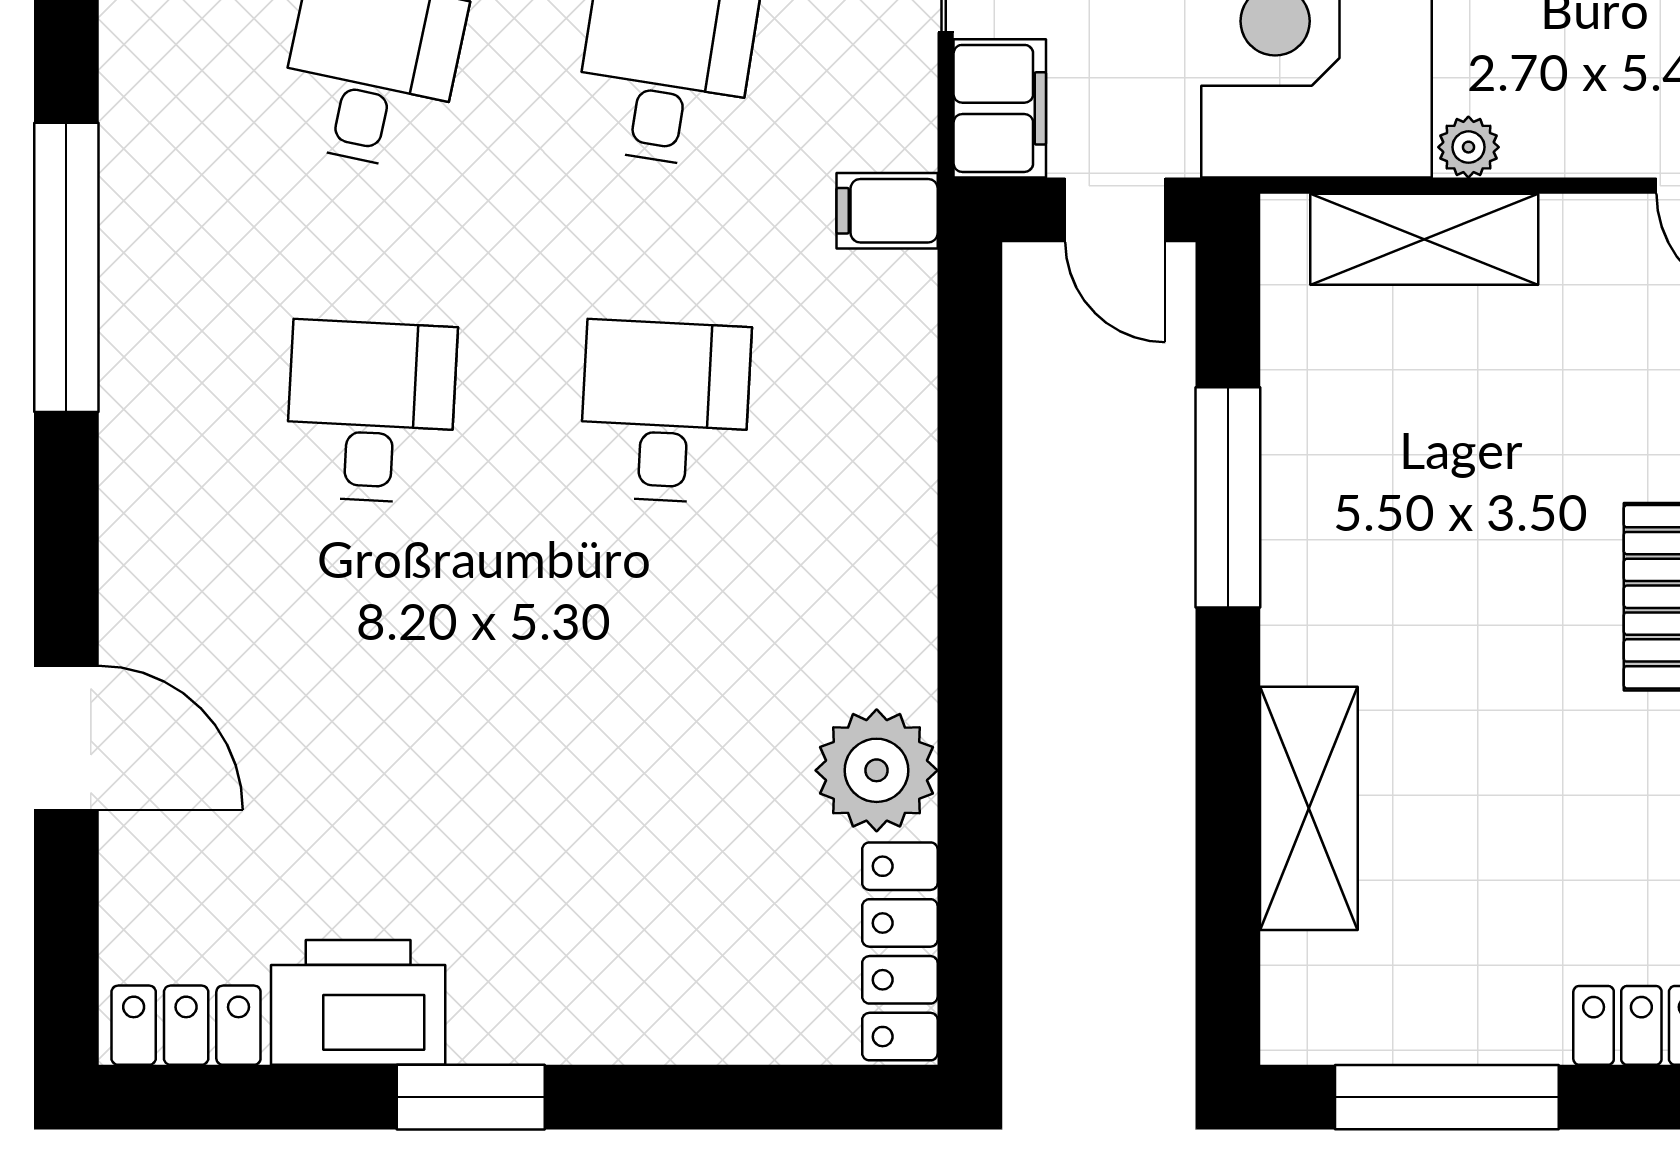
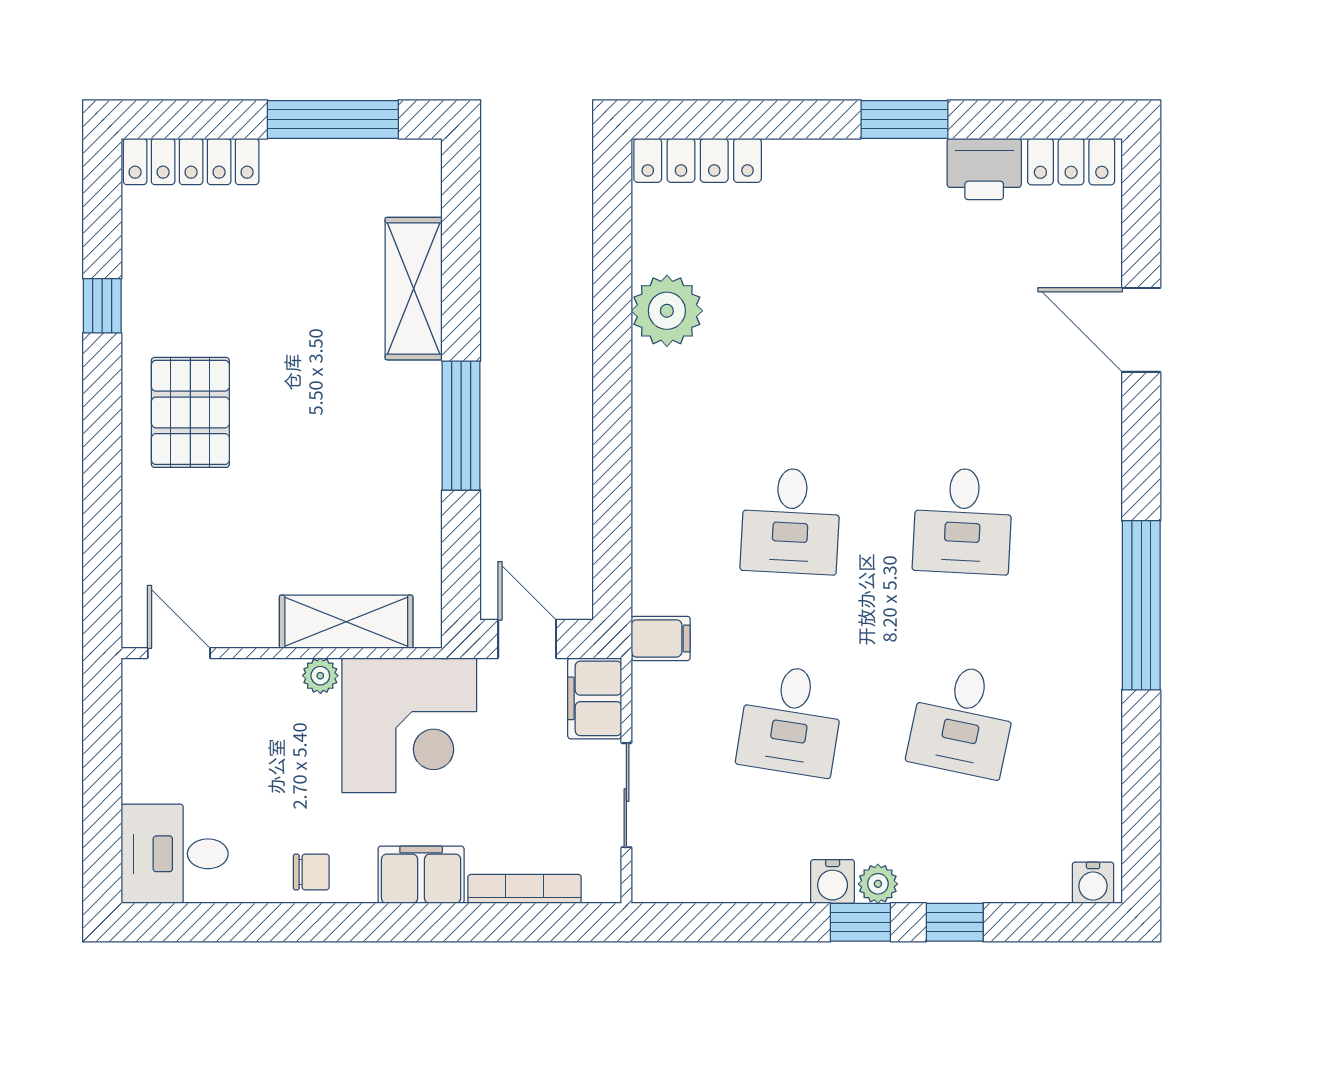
window: (1228, 497) -> (461, 426), moved
locker: (900, 951) -> (698, 160), moved, turned 90
printer: (358, 1002) -> (984, 169), width x0.73, depth x0.84

